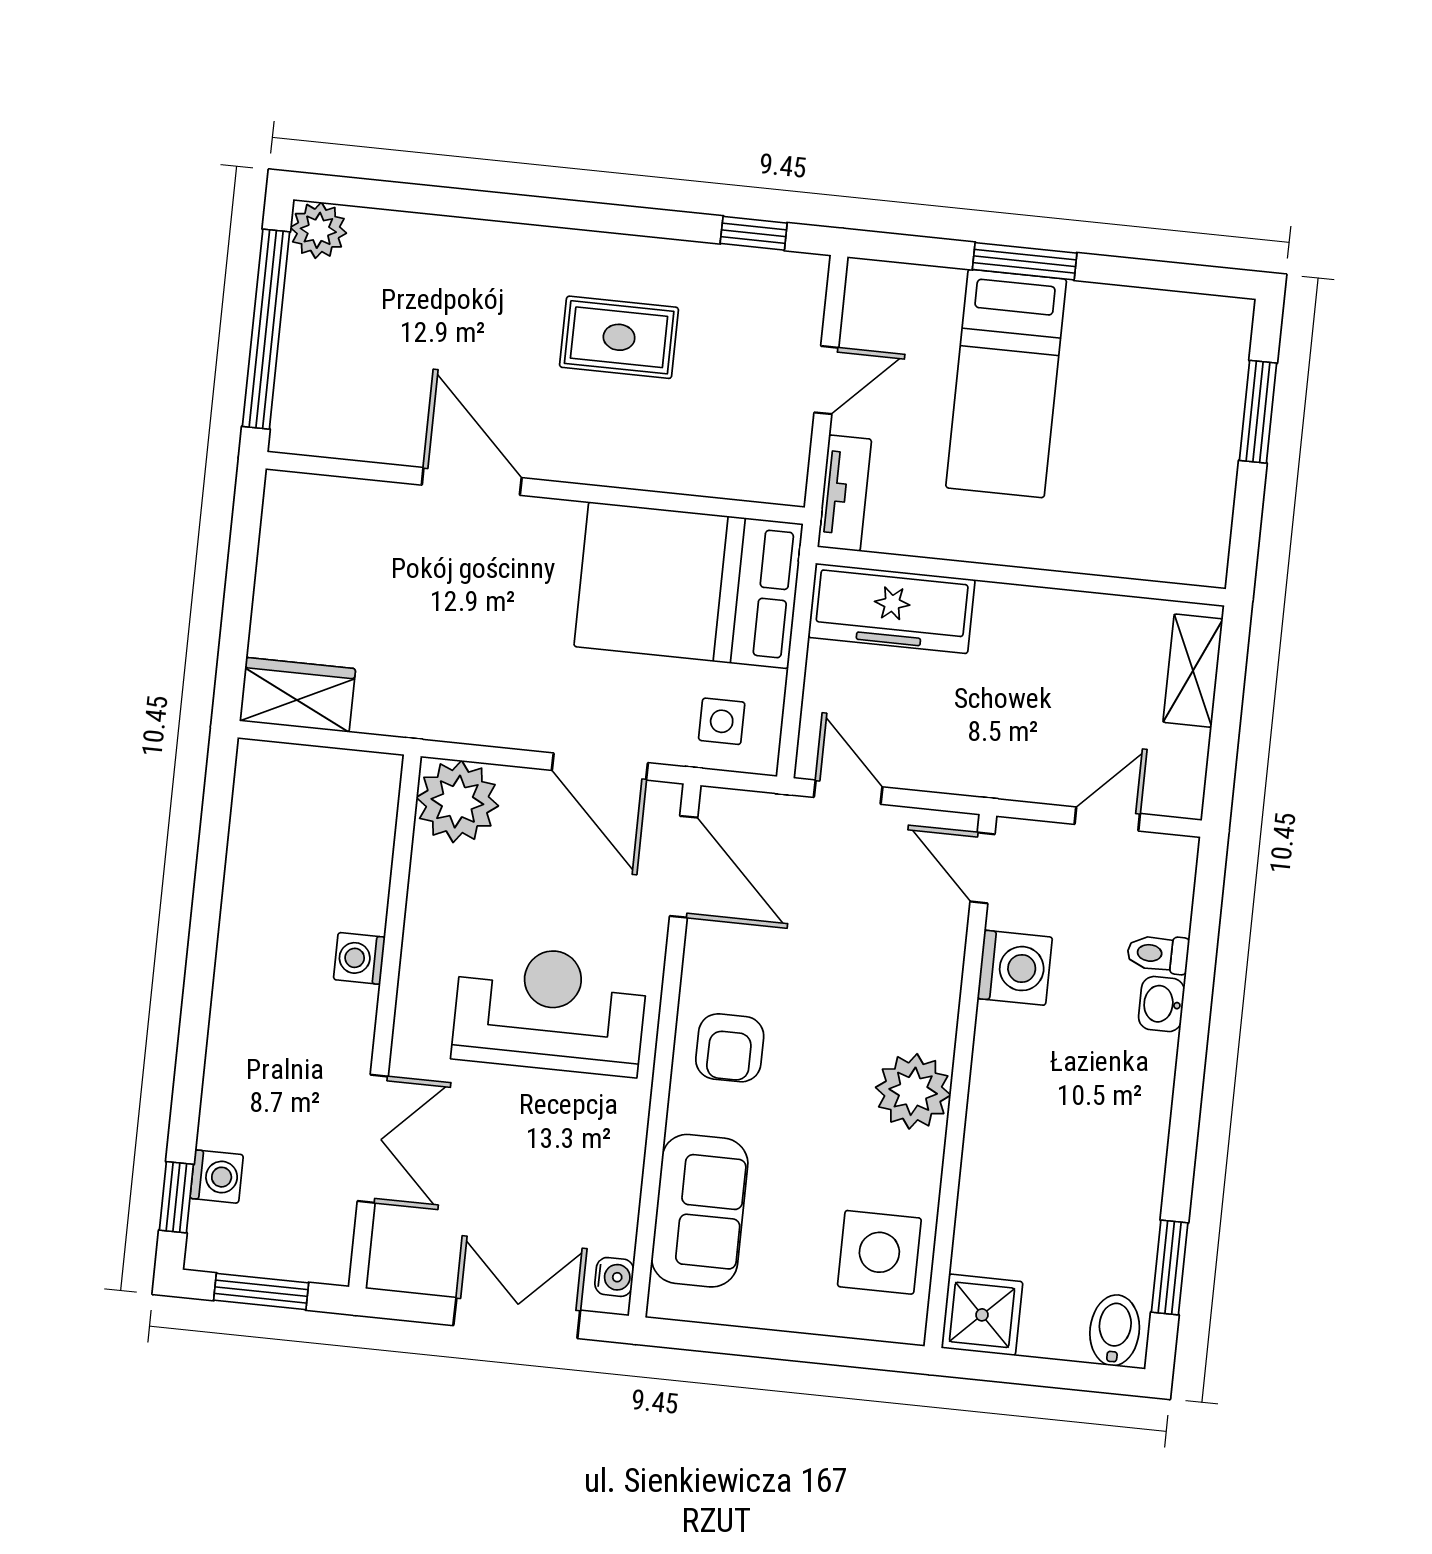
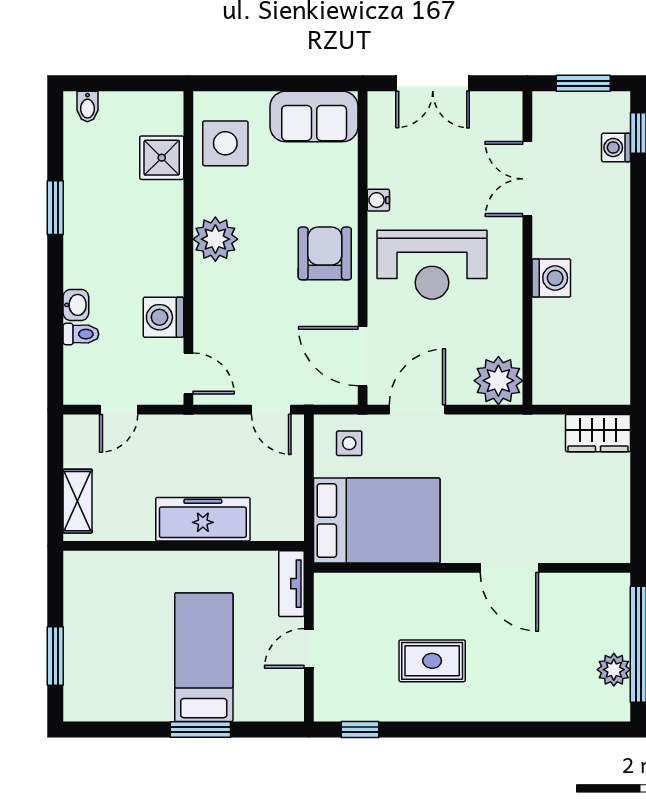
plant: (318, 230) -> (614, 670), moved
freezer: (892, 608) -> (203, 519), moved
door: (600, 766) -> (417, 410), hinge flipped
washing machine: (359, 958) -> (551, 278), width x1.38, depth x1.38
armchair: (730, 1048) -> (325, 253), width x1.38, depth x1.38
sofa: (700, 1211) -> (314, 116), moved, turned -90
window: (1170, 1268) -> (55, 208), moved
water cooler: (614, 1277) -> (378, 200), moved
shower: (982, 1315) -> (162, 158), moved
bidet: (1115, 1330) -> (87, 106), width x0.72, depth x0.74

